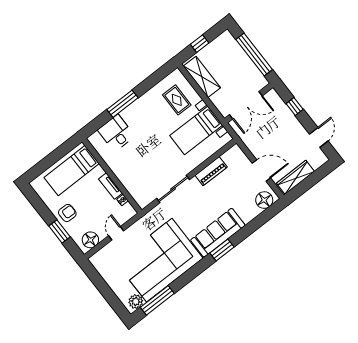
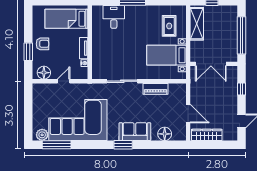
floor lamp: (264, 200) -> (165, 134), moved
sofa: (218, 233) -> (135, 132), width x0.73

